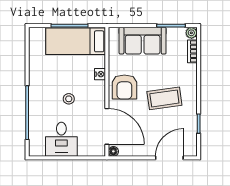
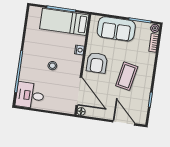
coffee table: (164, 98) -> (127, 76), turned -71
desk: (61, 139) -> (30, 95), moved, turned 90
door: (169, 158) -> (124, 123), hinge flipped

